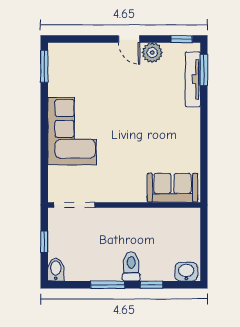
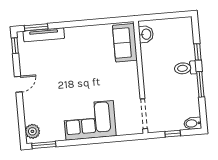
plant: (152, 53) -> (32, 131), moved
washbasin: (186, 272) -> (146, 34), moved, turned 180

